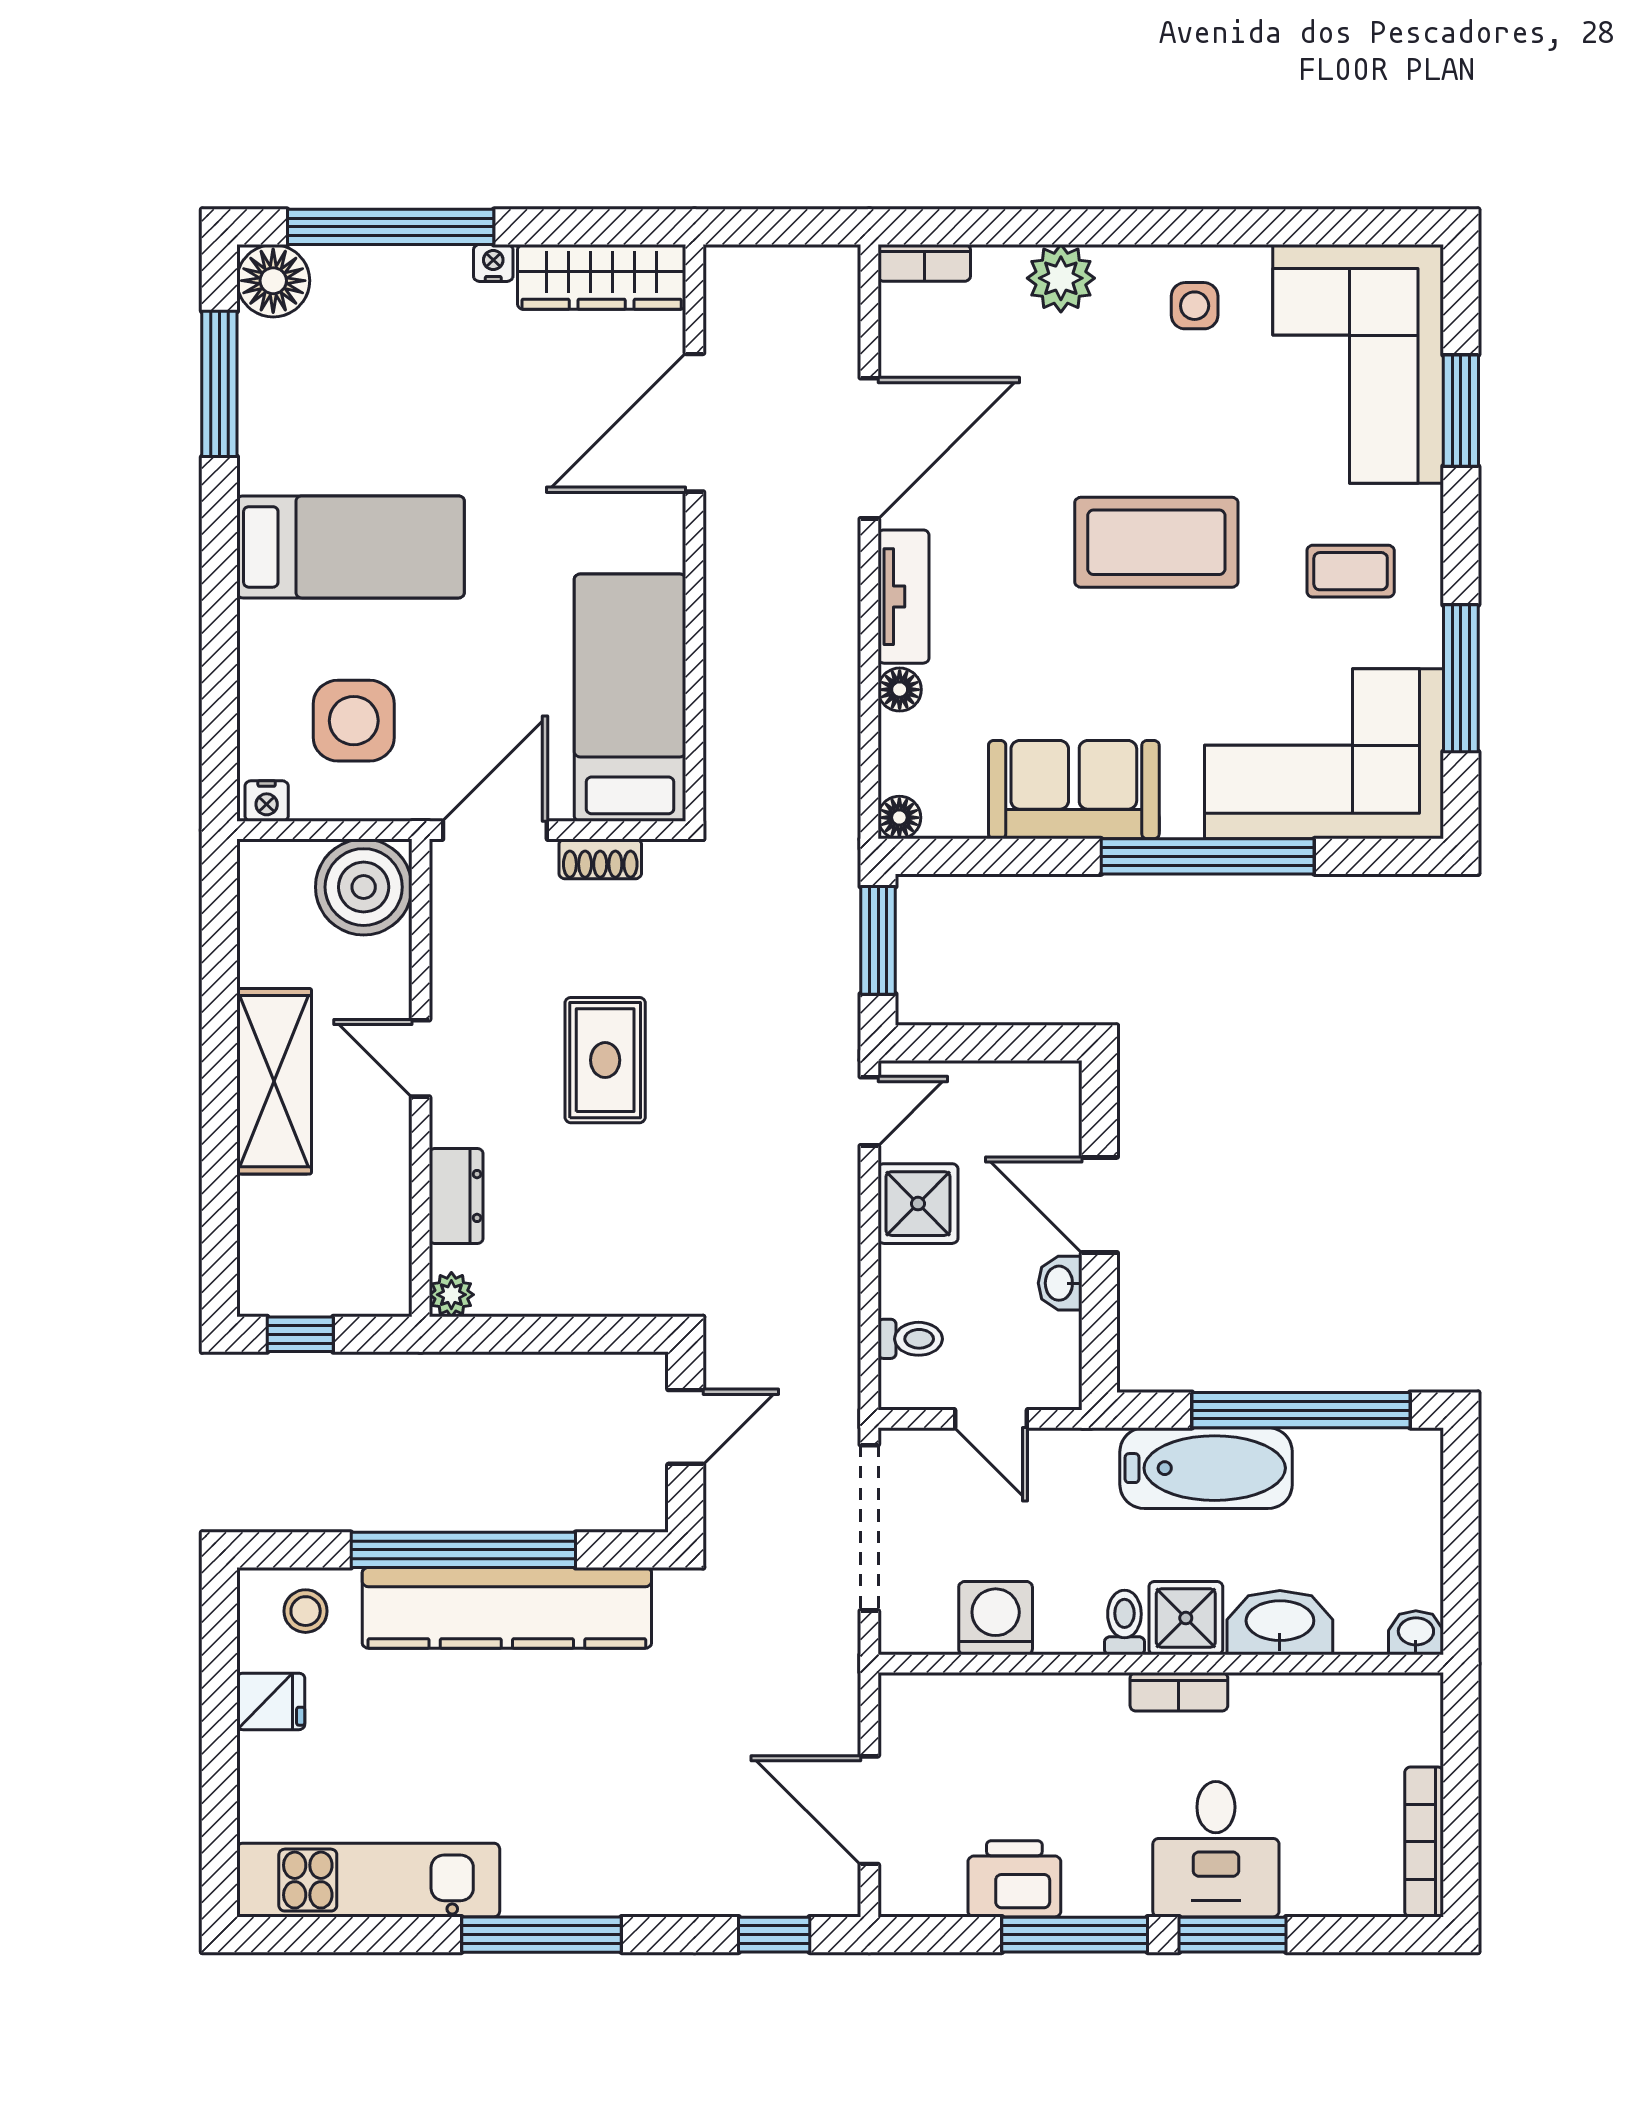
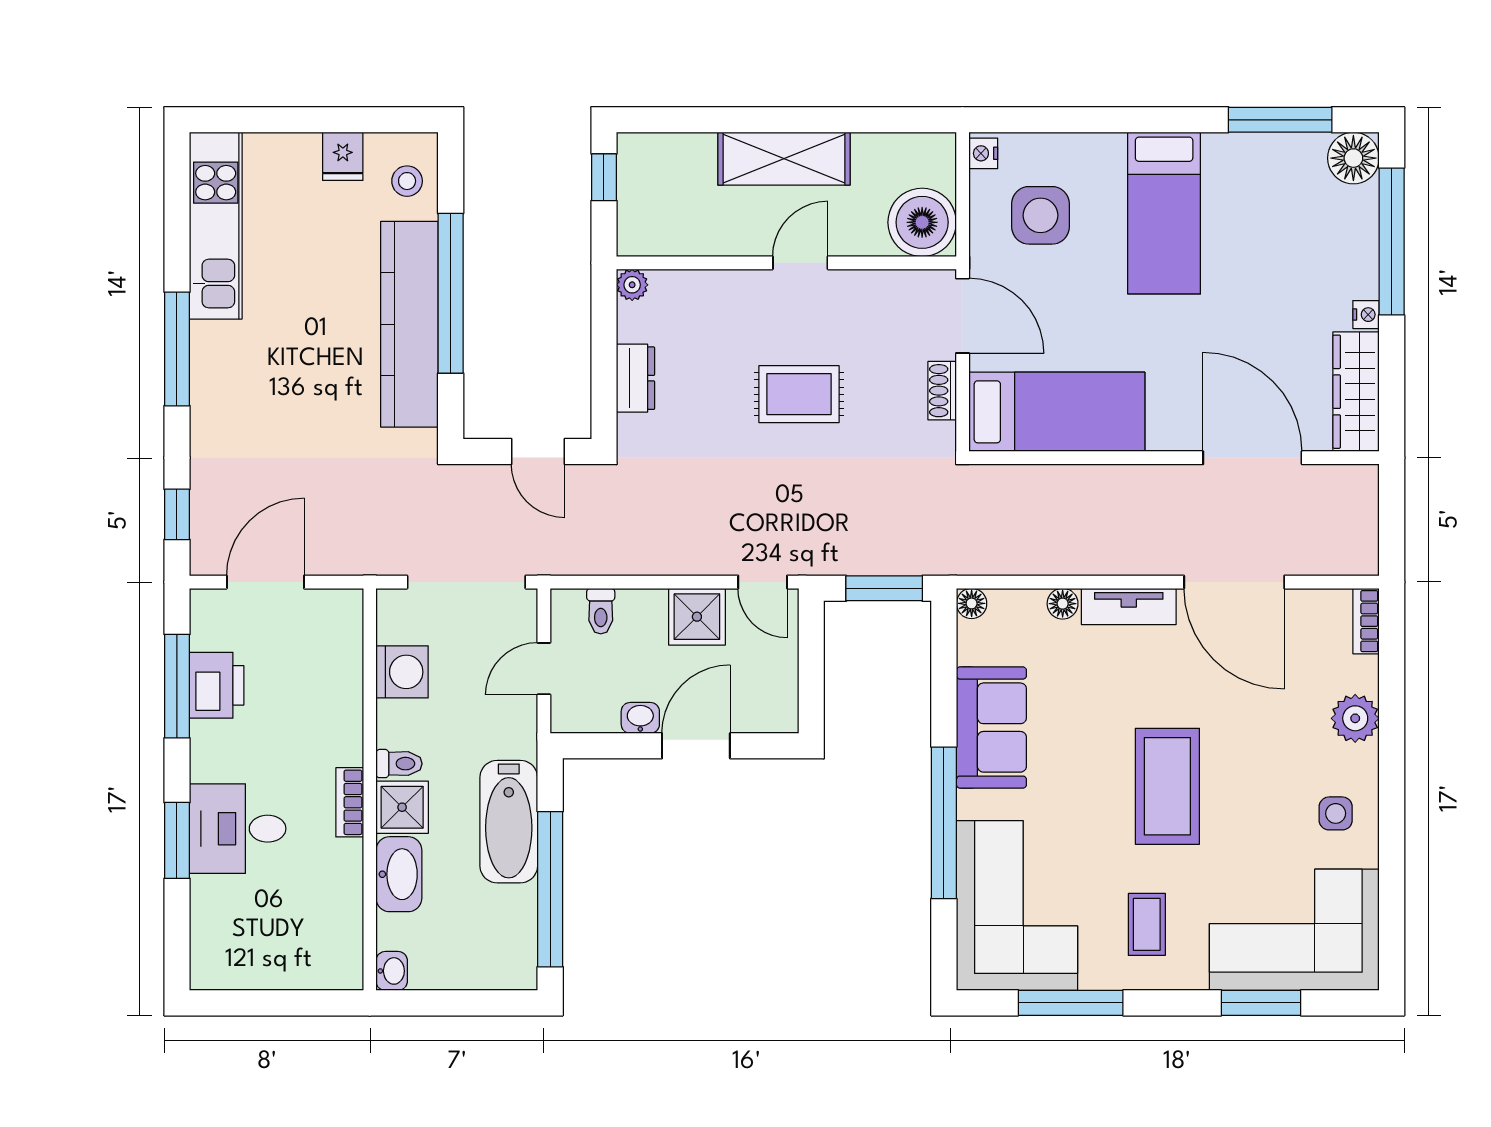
dresser: (456, 1196) -> (635, 378), moved, turned -90
bookcase: (1424, 1842) -> (243, 977), removed
window: (1075, 1935) -> (177, 686), moved

